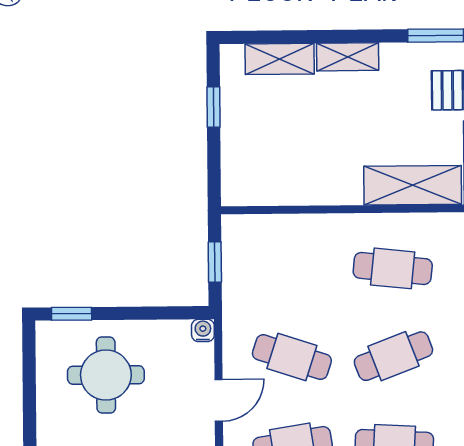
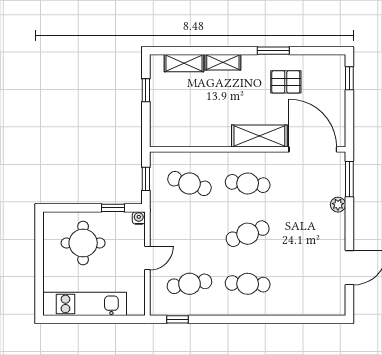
window: (72, 314) -> (113, 208), moved
cafe table: (292, 357) -> (189, 183), moved

